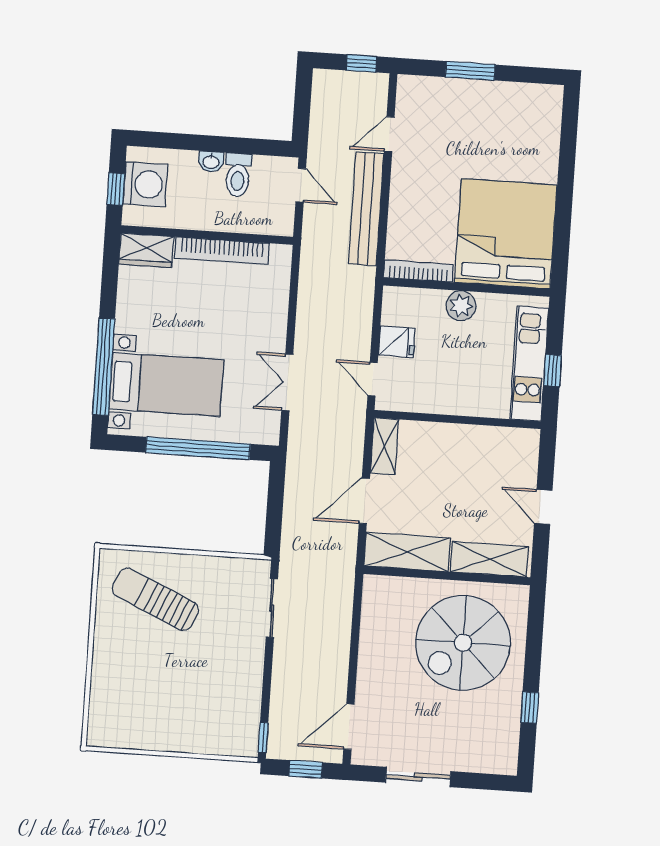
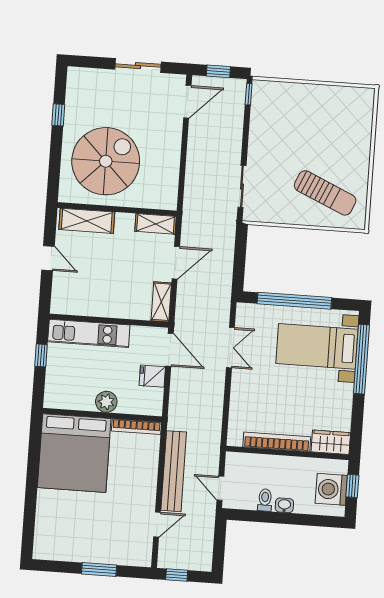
toilet: (238, 175) -> (265, 500), width x0.73, depth x0.72
kitchen unit: (529, 364) -> (89, 333), moved, turned 90
door: (373, 379) -> (170, 350), width x1.38
shelving: (407, 552) -> (156, 224), width x0.67, depth x0.75

